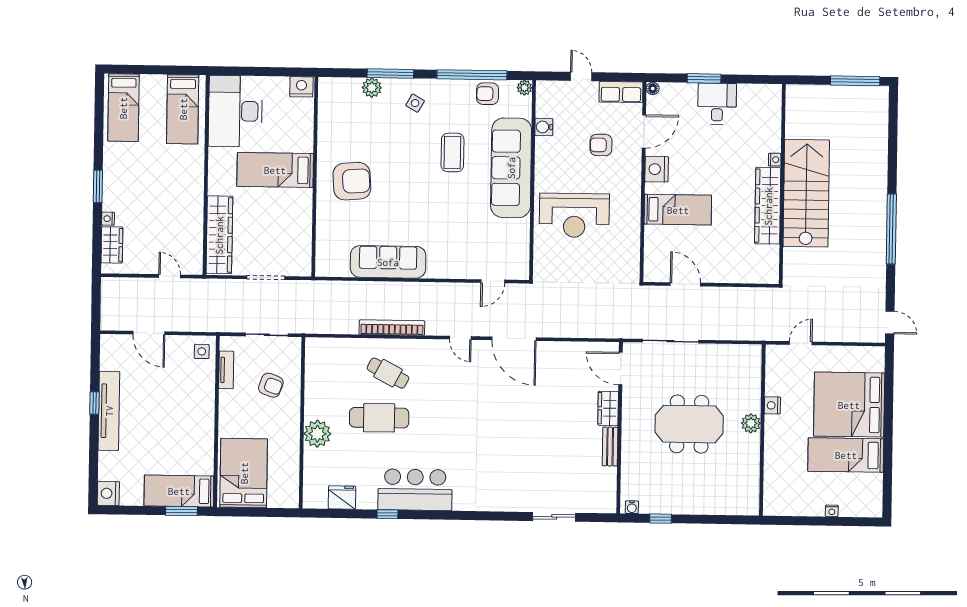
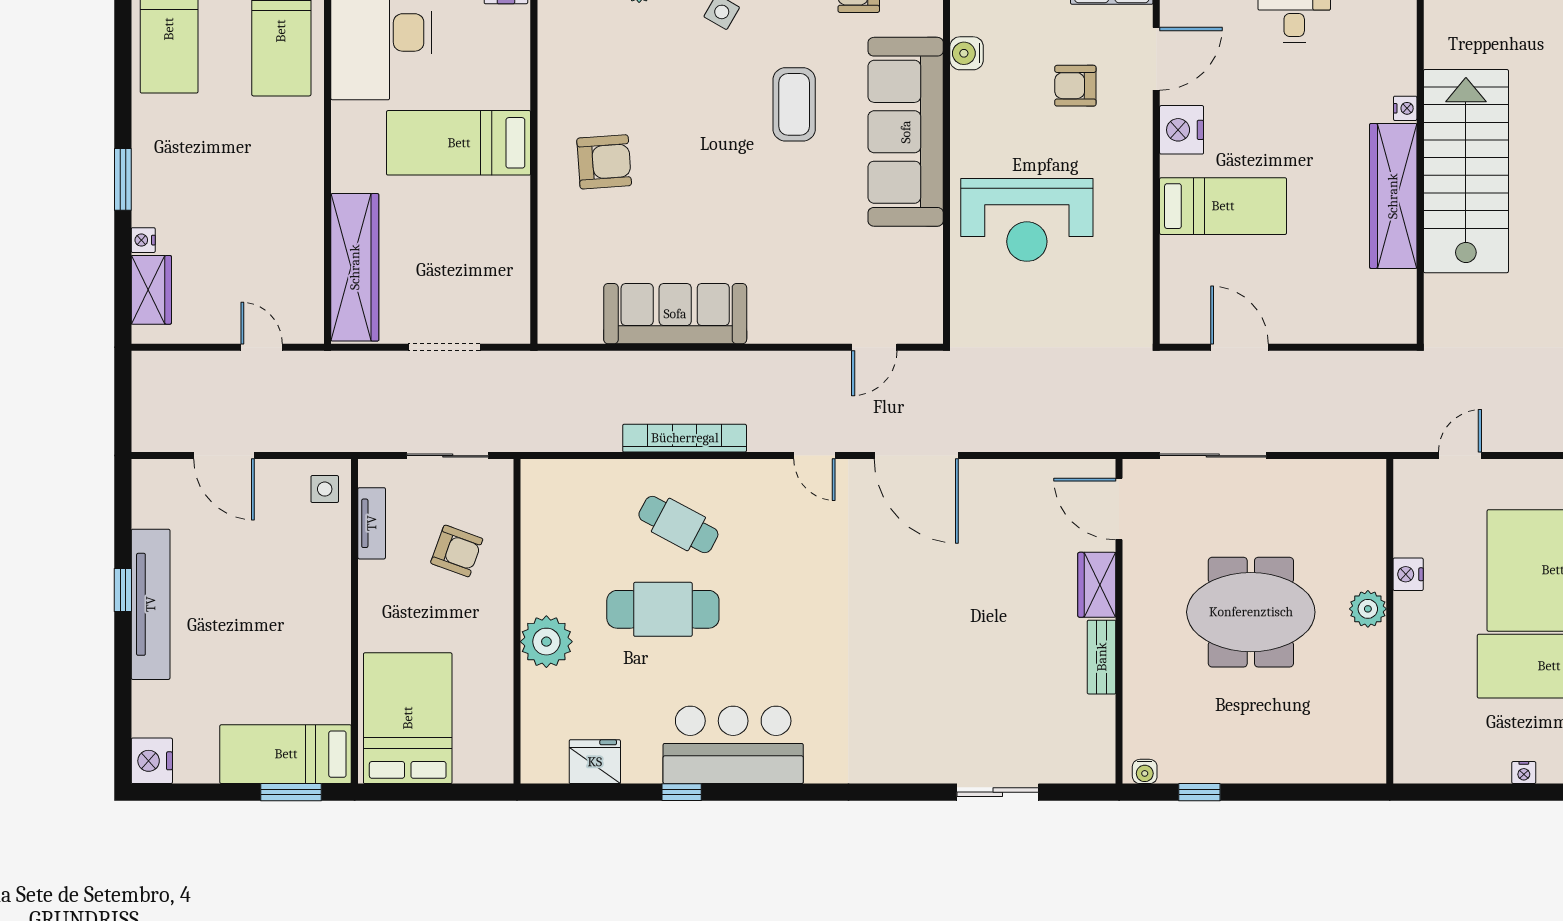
armchair: (352, 181) -> (604, 162), width x0.73, depth x0.73

